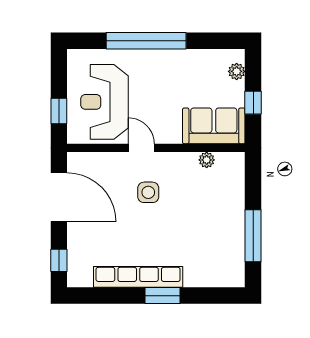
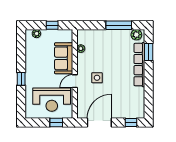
window: (146, 41) -> (21, 79), width x0.32
sofa: (214, 126) -> (64, 58), moved
plant: (234, 271) -> (136, 35), added
row of seats: (138, 277) -> (139, 65), moved
window: (162, 296) -> (149, 52), moved

